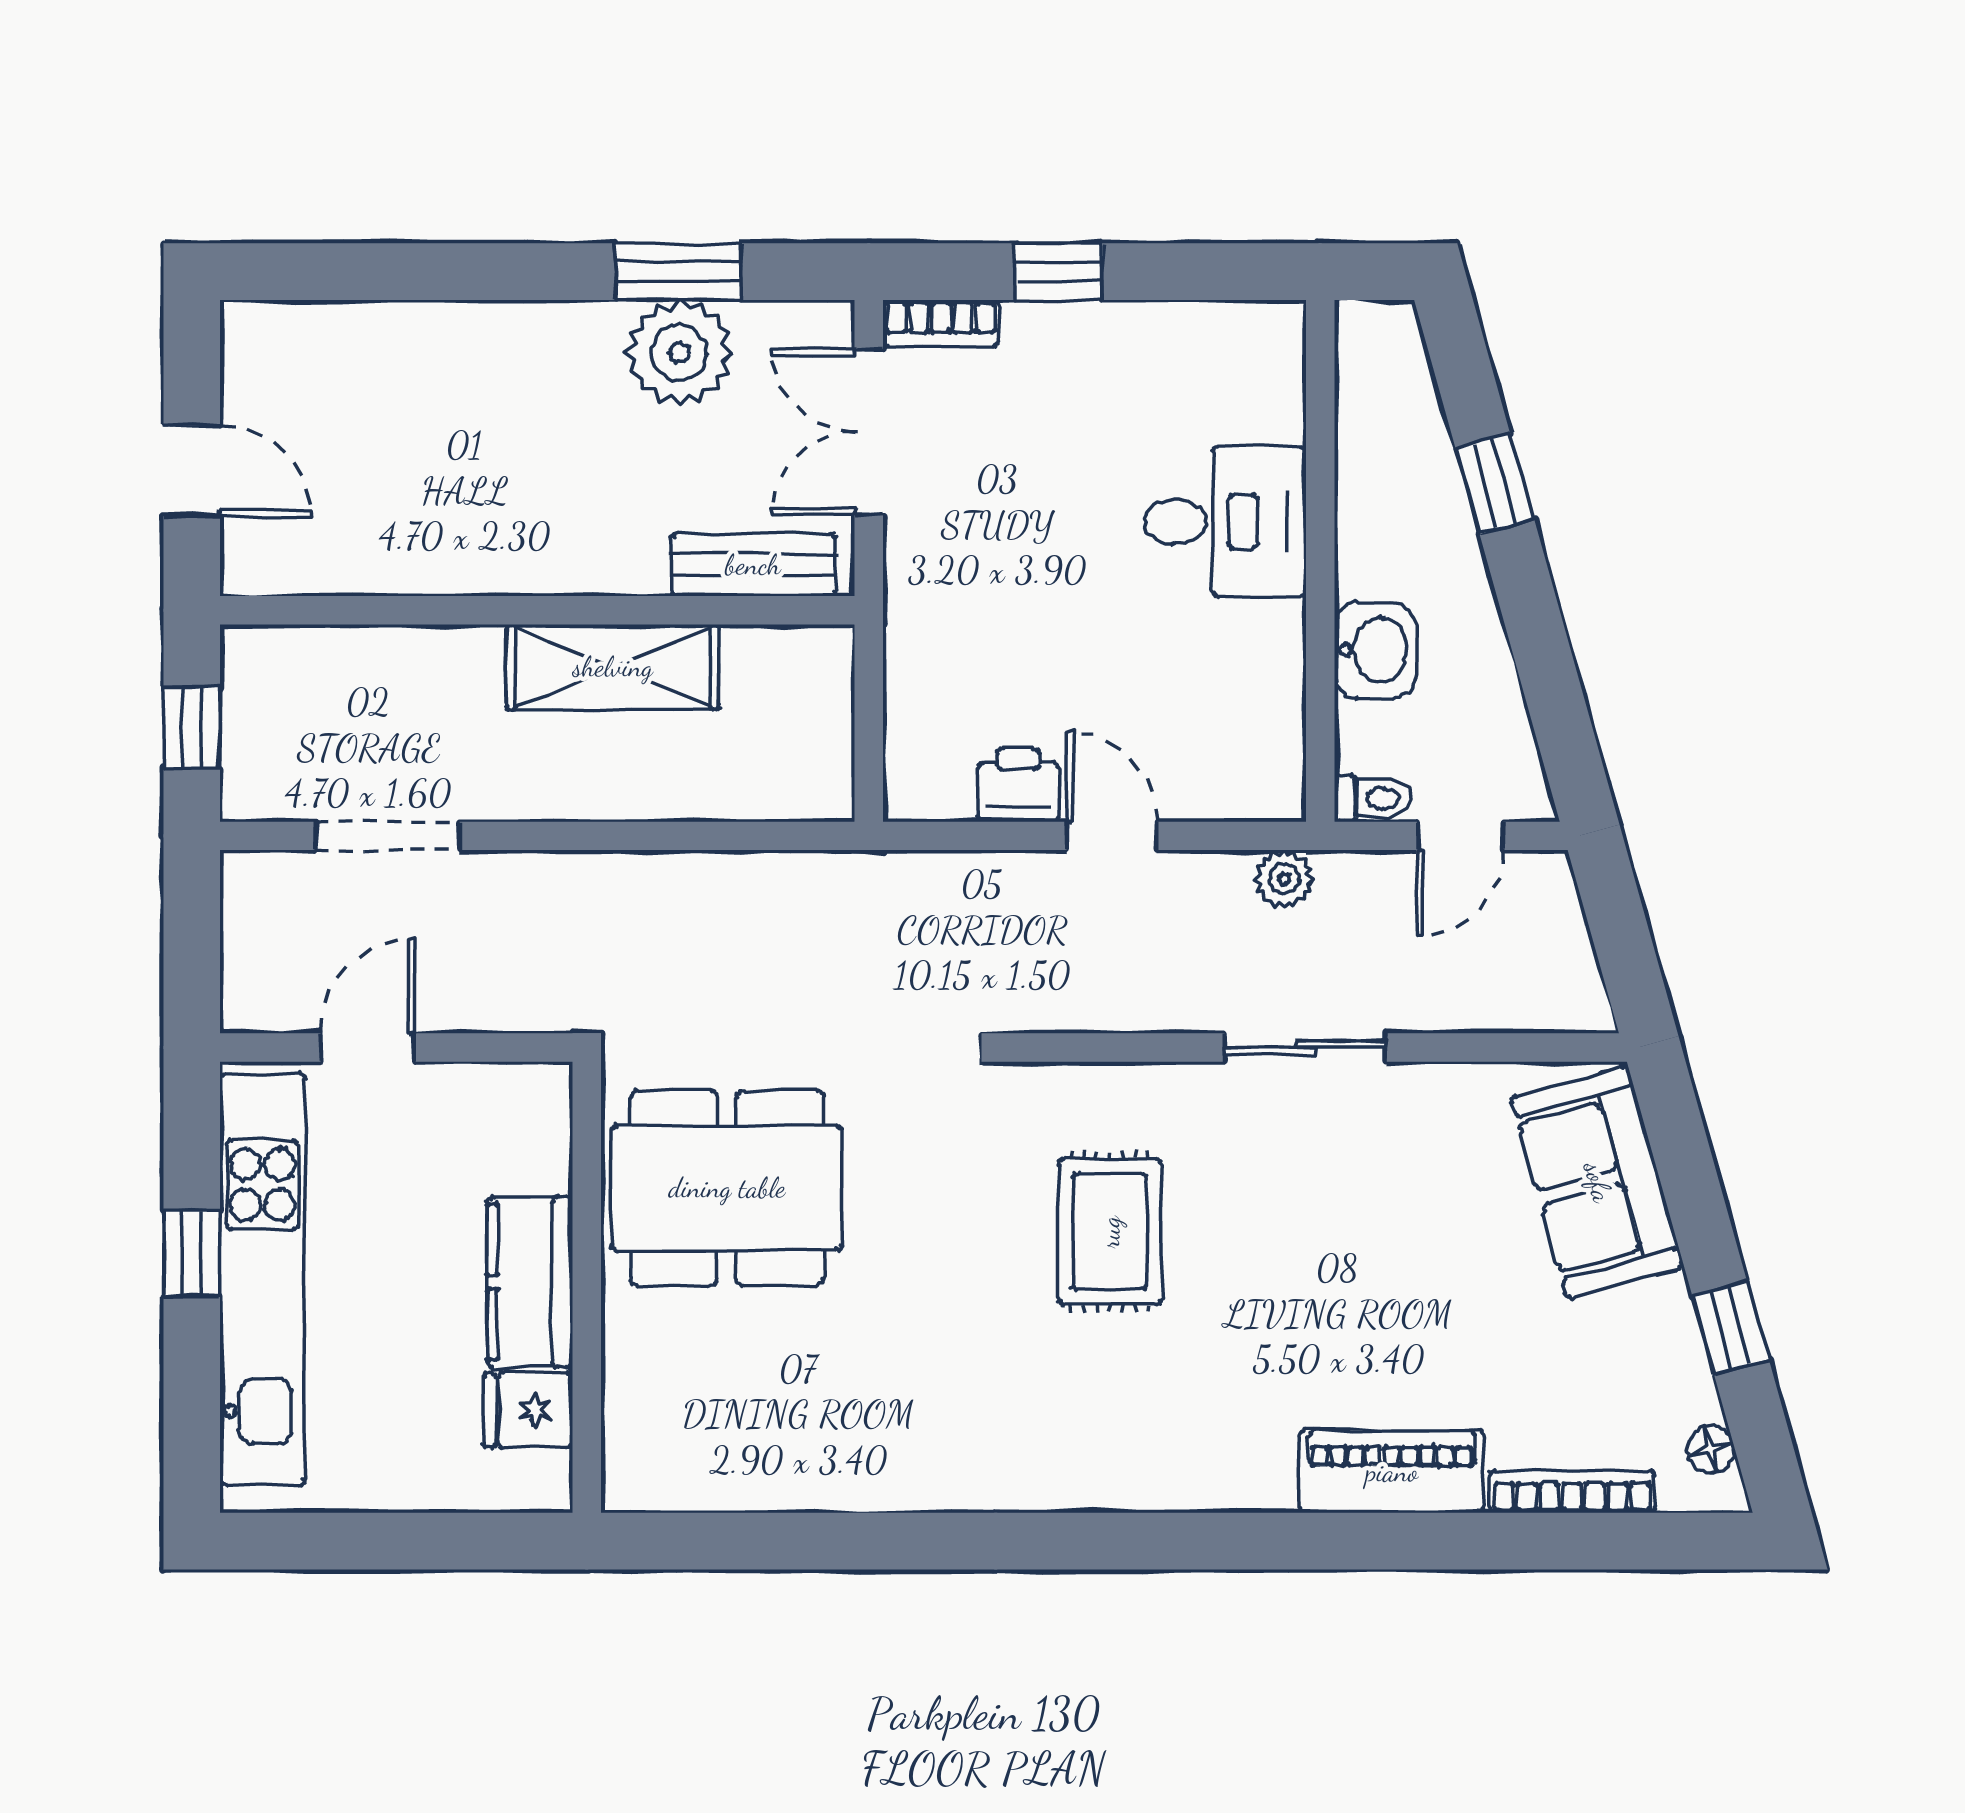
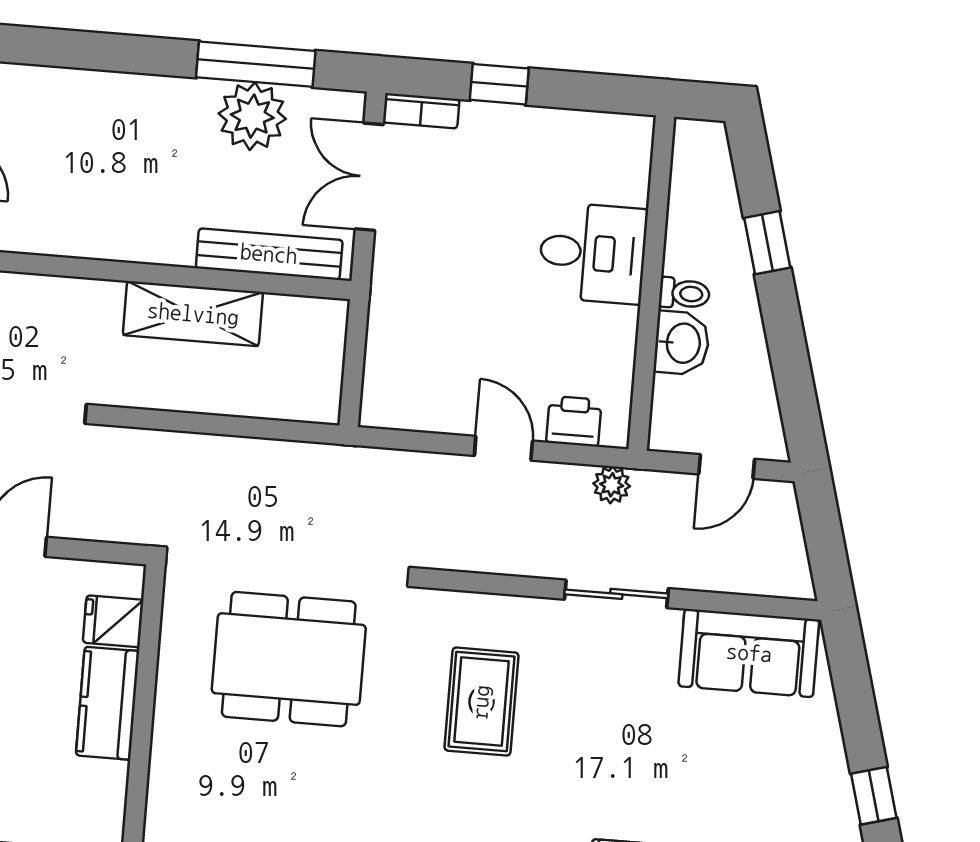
window: (678, 272) -> (256, 64), width x1.44
bench: (753, 565) -> (269, 254), width x1.36
printer: (1018, 785) -> (574, 421), moved
toilet: (1373, 798) -> (684, 293), moved
sofa: (1598, 1182) -> (749, 653), moved, turned -74
dining table: (727, 1188) -> (289, 659), moved
fridge: (528, 1410) -> (113, 621), moved

